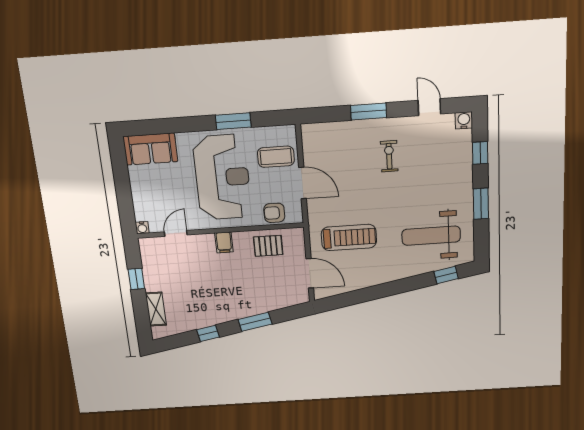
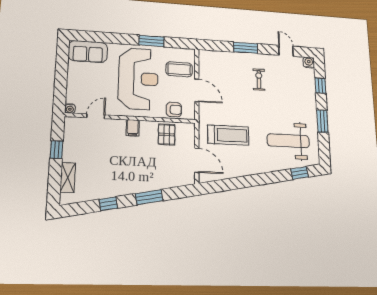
armchair: (274, 213) -> (174, 110), turned 180
pallet: (268, 246) -> (167, 134), turned 90

